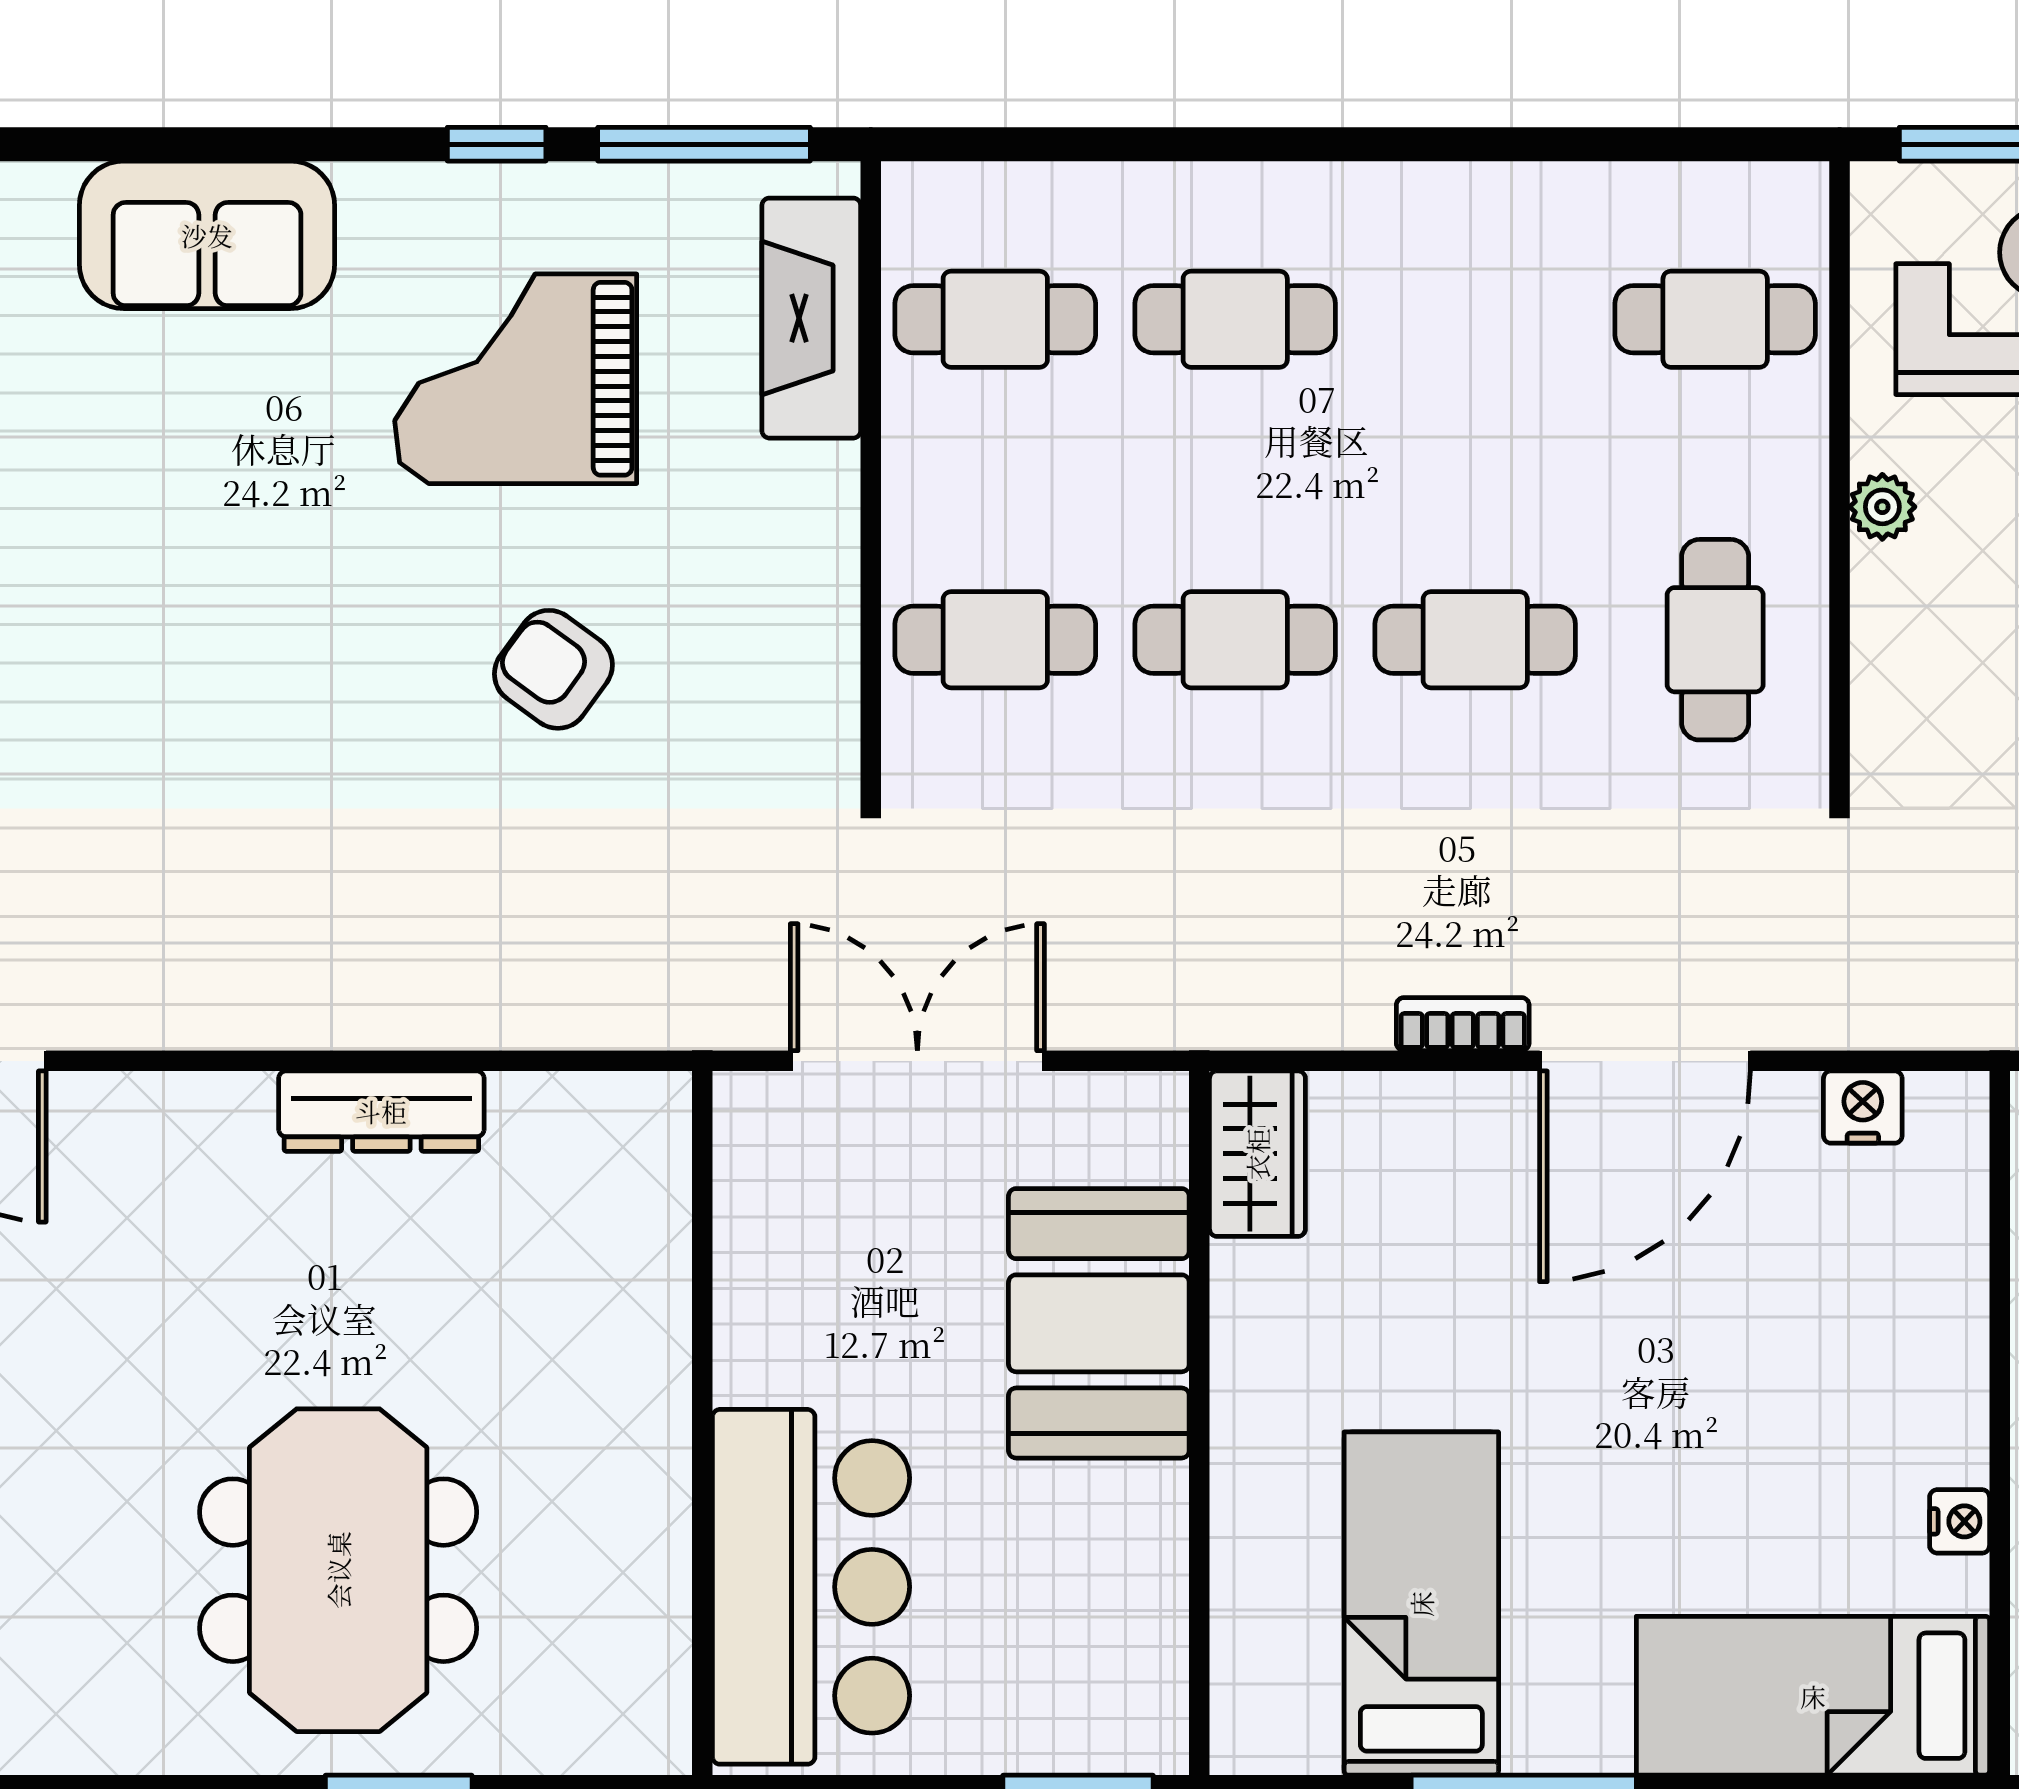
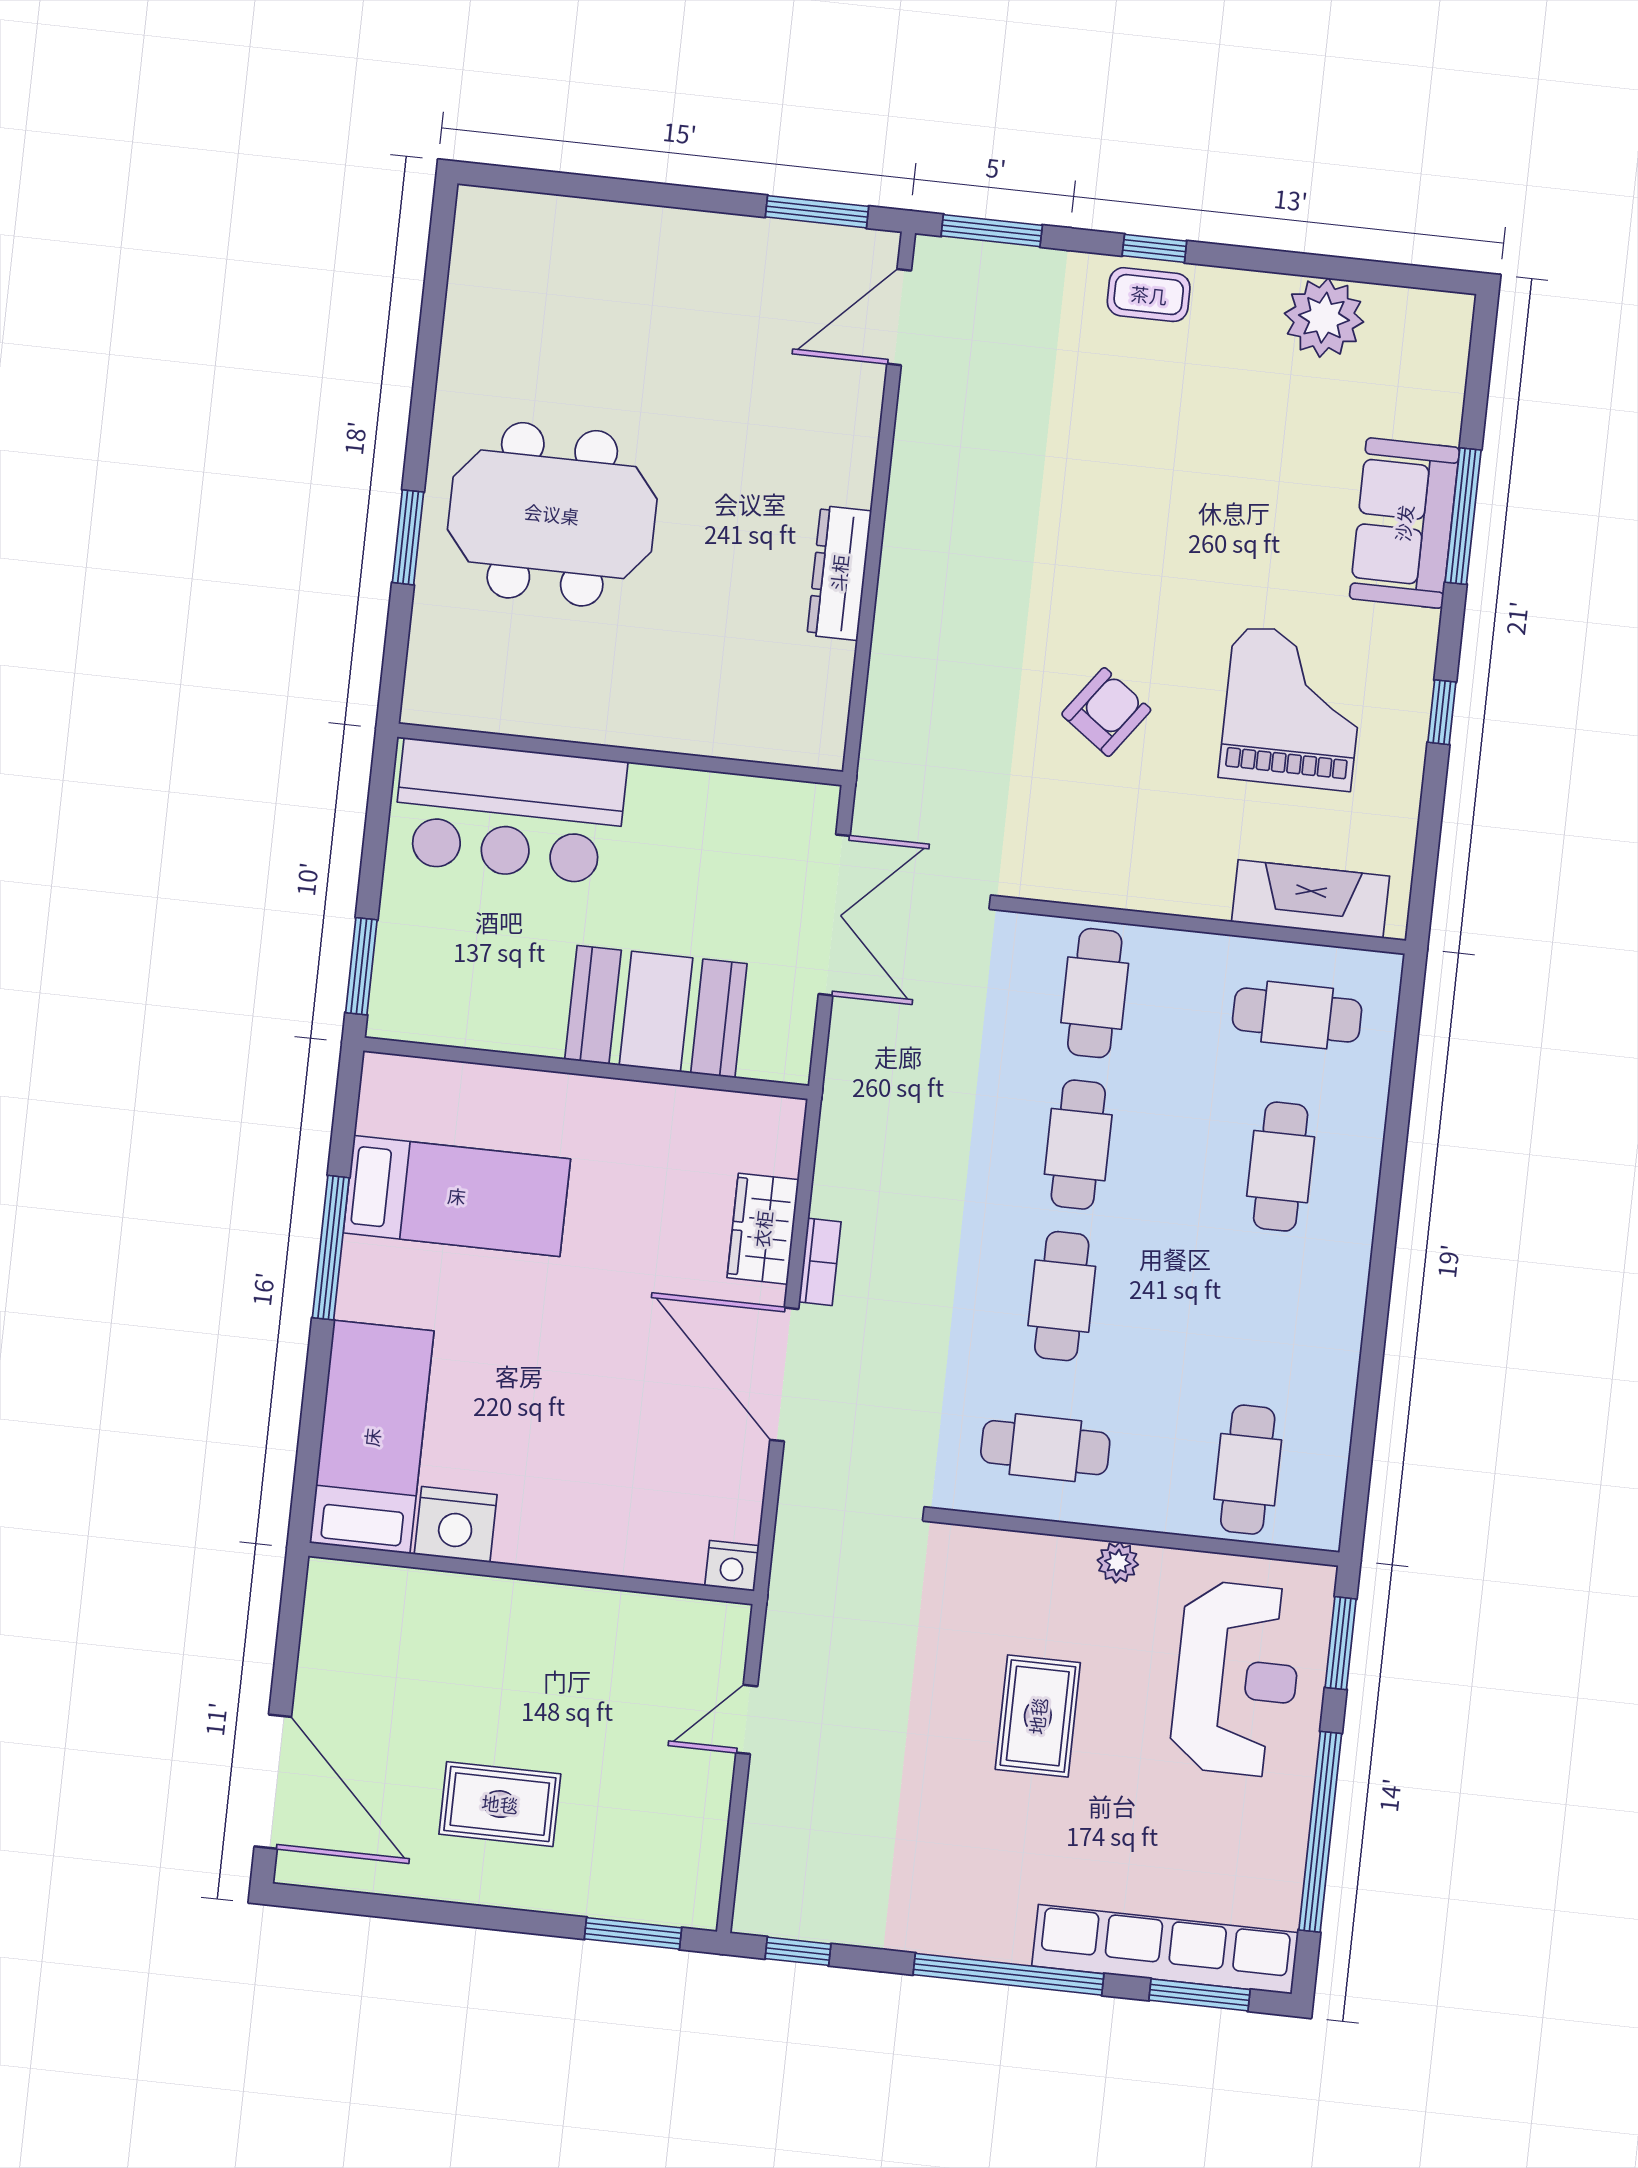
window: (704, 144) -> (1463, 516), moved
cafe table: (995, 319) -> (1297, 1015), turned 90
nightstand: (1863, 1107) -> (732, 1566), moved, turned 90
wardrobe: (1257, 1154) -> (763, 1229), moved, turned 90
nightstand: (1960, 1521) -> (456, 1525), width x1.89, depth x1.79

